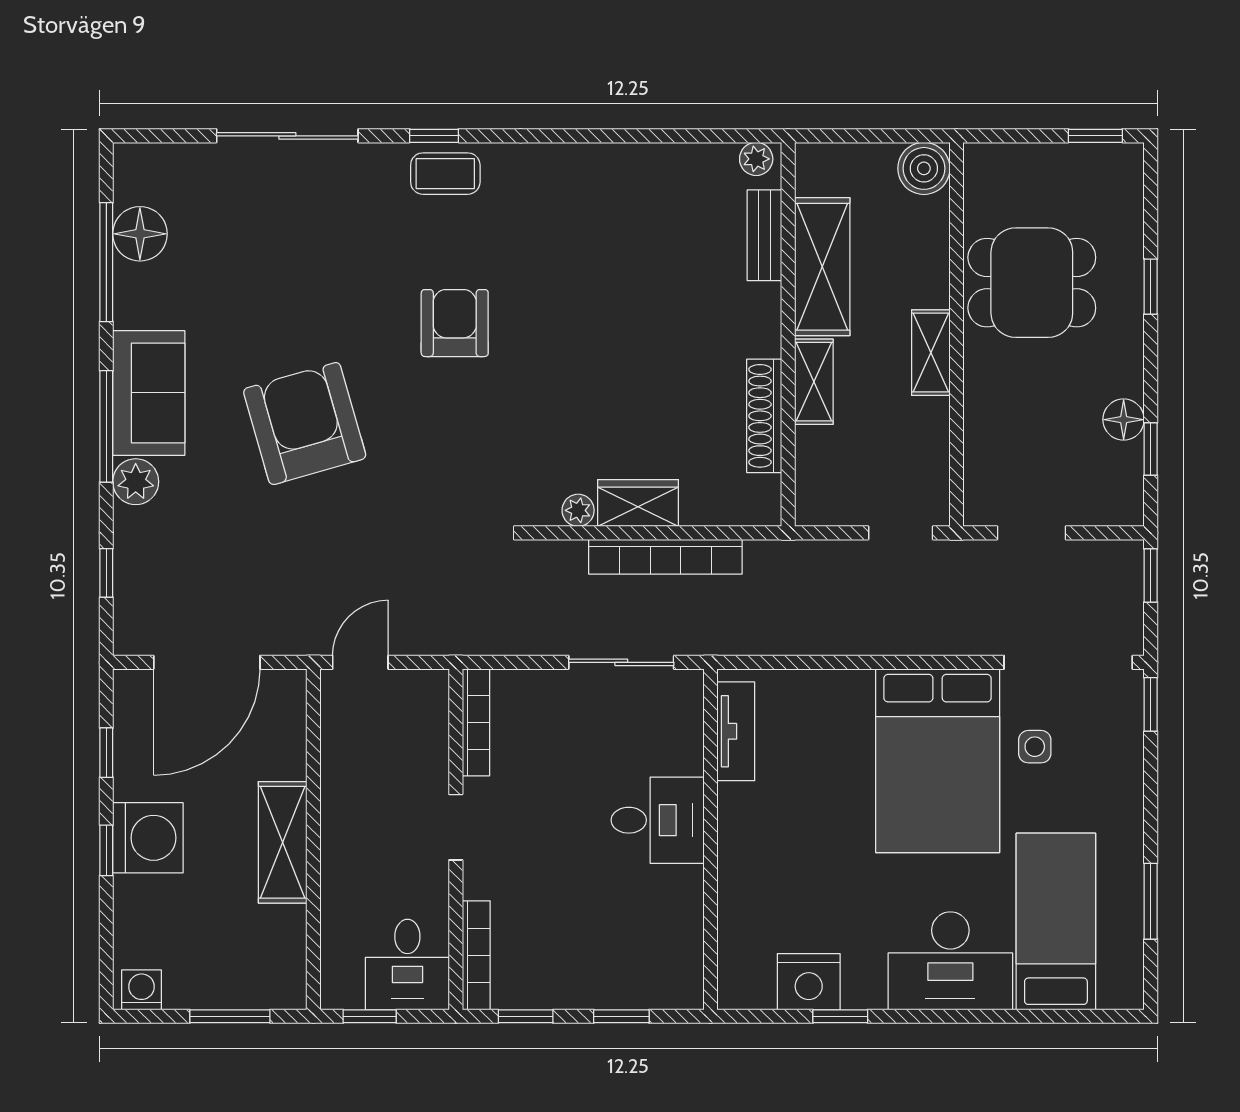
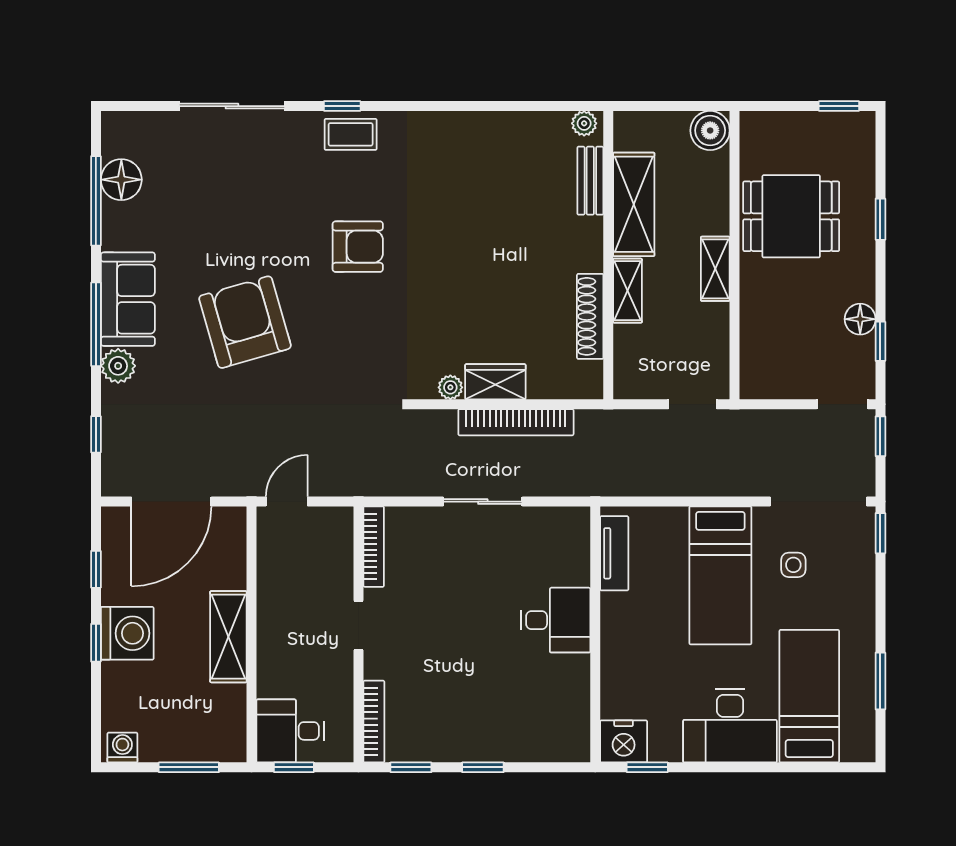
armchair: (455, 323) -> (358, 247), turned 90
doorway: (1032, 533) -> (842, 404), moved
tv unit: (736, 731) -> (614, 553), moved
bed: (938, 761) -> (720, 575), width x0.67
desk: (658, 820) -> (555, 620), moved
wall: (710, 839) -> (595, 634), moved
desk: (407, 965) -> (290, 731), moved, turned 90

